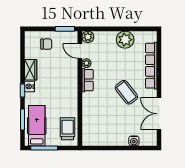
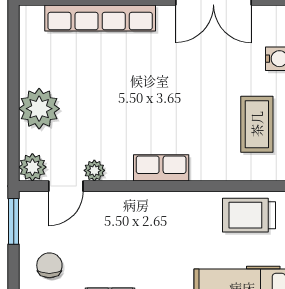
plant: (125, 40) -> (39, 109), moved
row of seats: (88, 80) -> (161, 168), moved
coffee table: (126, 92) -> (257, 124), moved, turned -52

